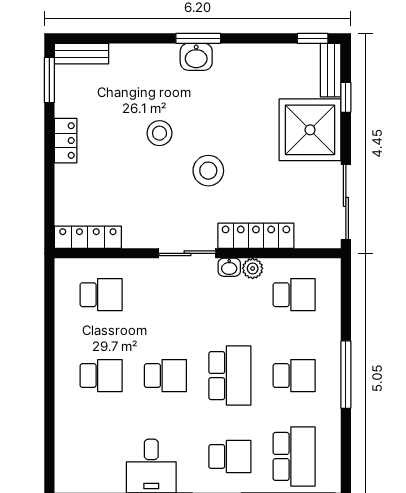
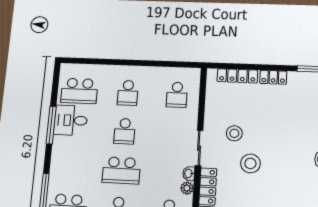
stool: (159, 133) -> (234, 133), moved
locker: (88, 237) -> (237, 76), moved, turned 90
school desk: (230, 456) -> (79, 91), moved, width x1.85

